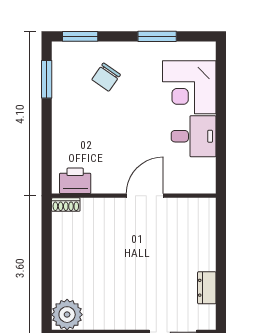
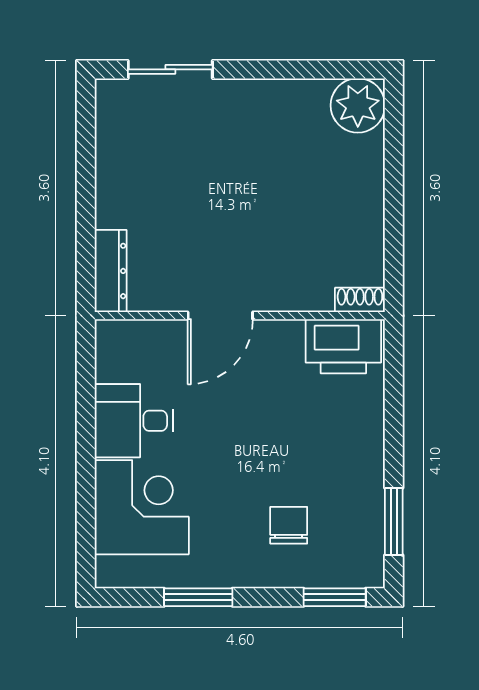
chair: (106, 77) -> (289, 525), turned -35
printer: (75, 181) -> (343, 346), width x1.37, depth x1.19
dresser: (207, 288) -> (111, 271), moved, width x1.44

